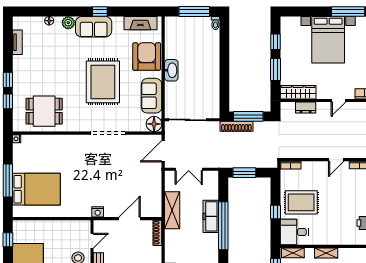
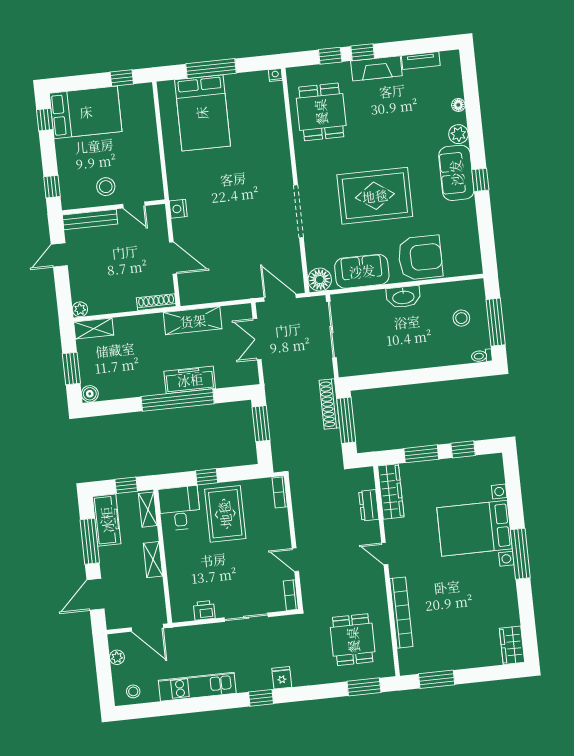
fireplace: (140, 23) -> (376, 68), moved, turned -90
stool: (189, 34) -> (461, 318), added

